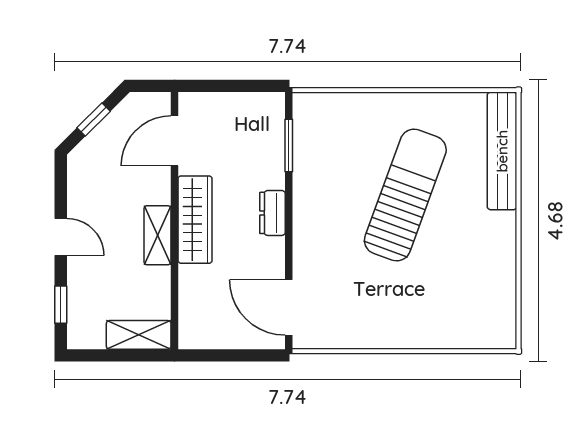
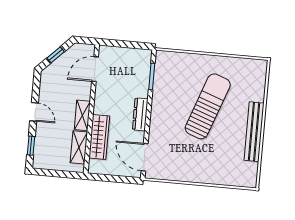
bench: (502, 151) -> (254, 132), moved
dresser: (272, 213) -> (140, 114), width x1.44
wardrobe: (195, 220) -> (99, 137), moved
shelving: (139, 335) -> (79, 147), moved, turned 90

